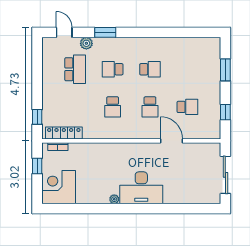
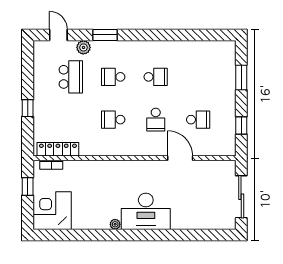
school desk: (113, 107) -> (113, 120), turned 90
window: (37, 117) -> (28, 108), moved

